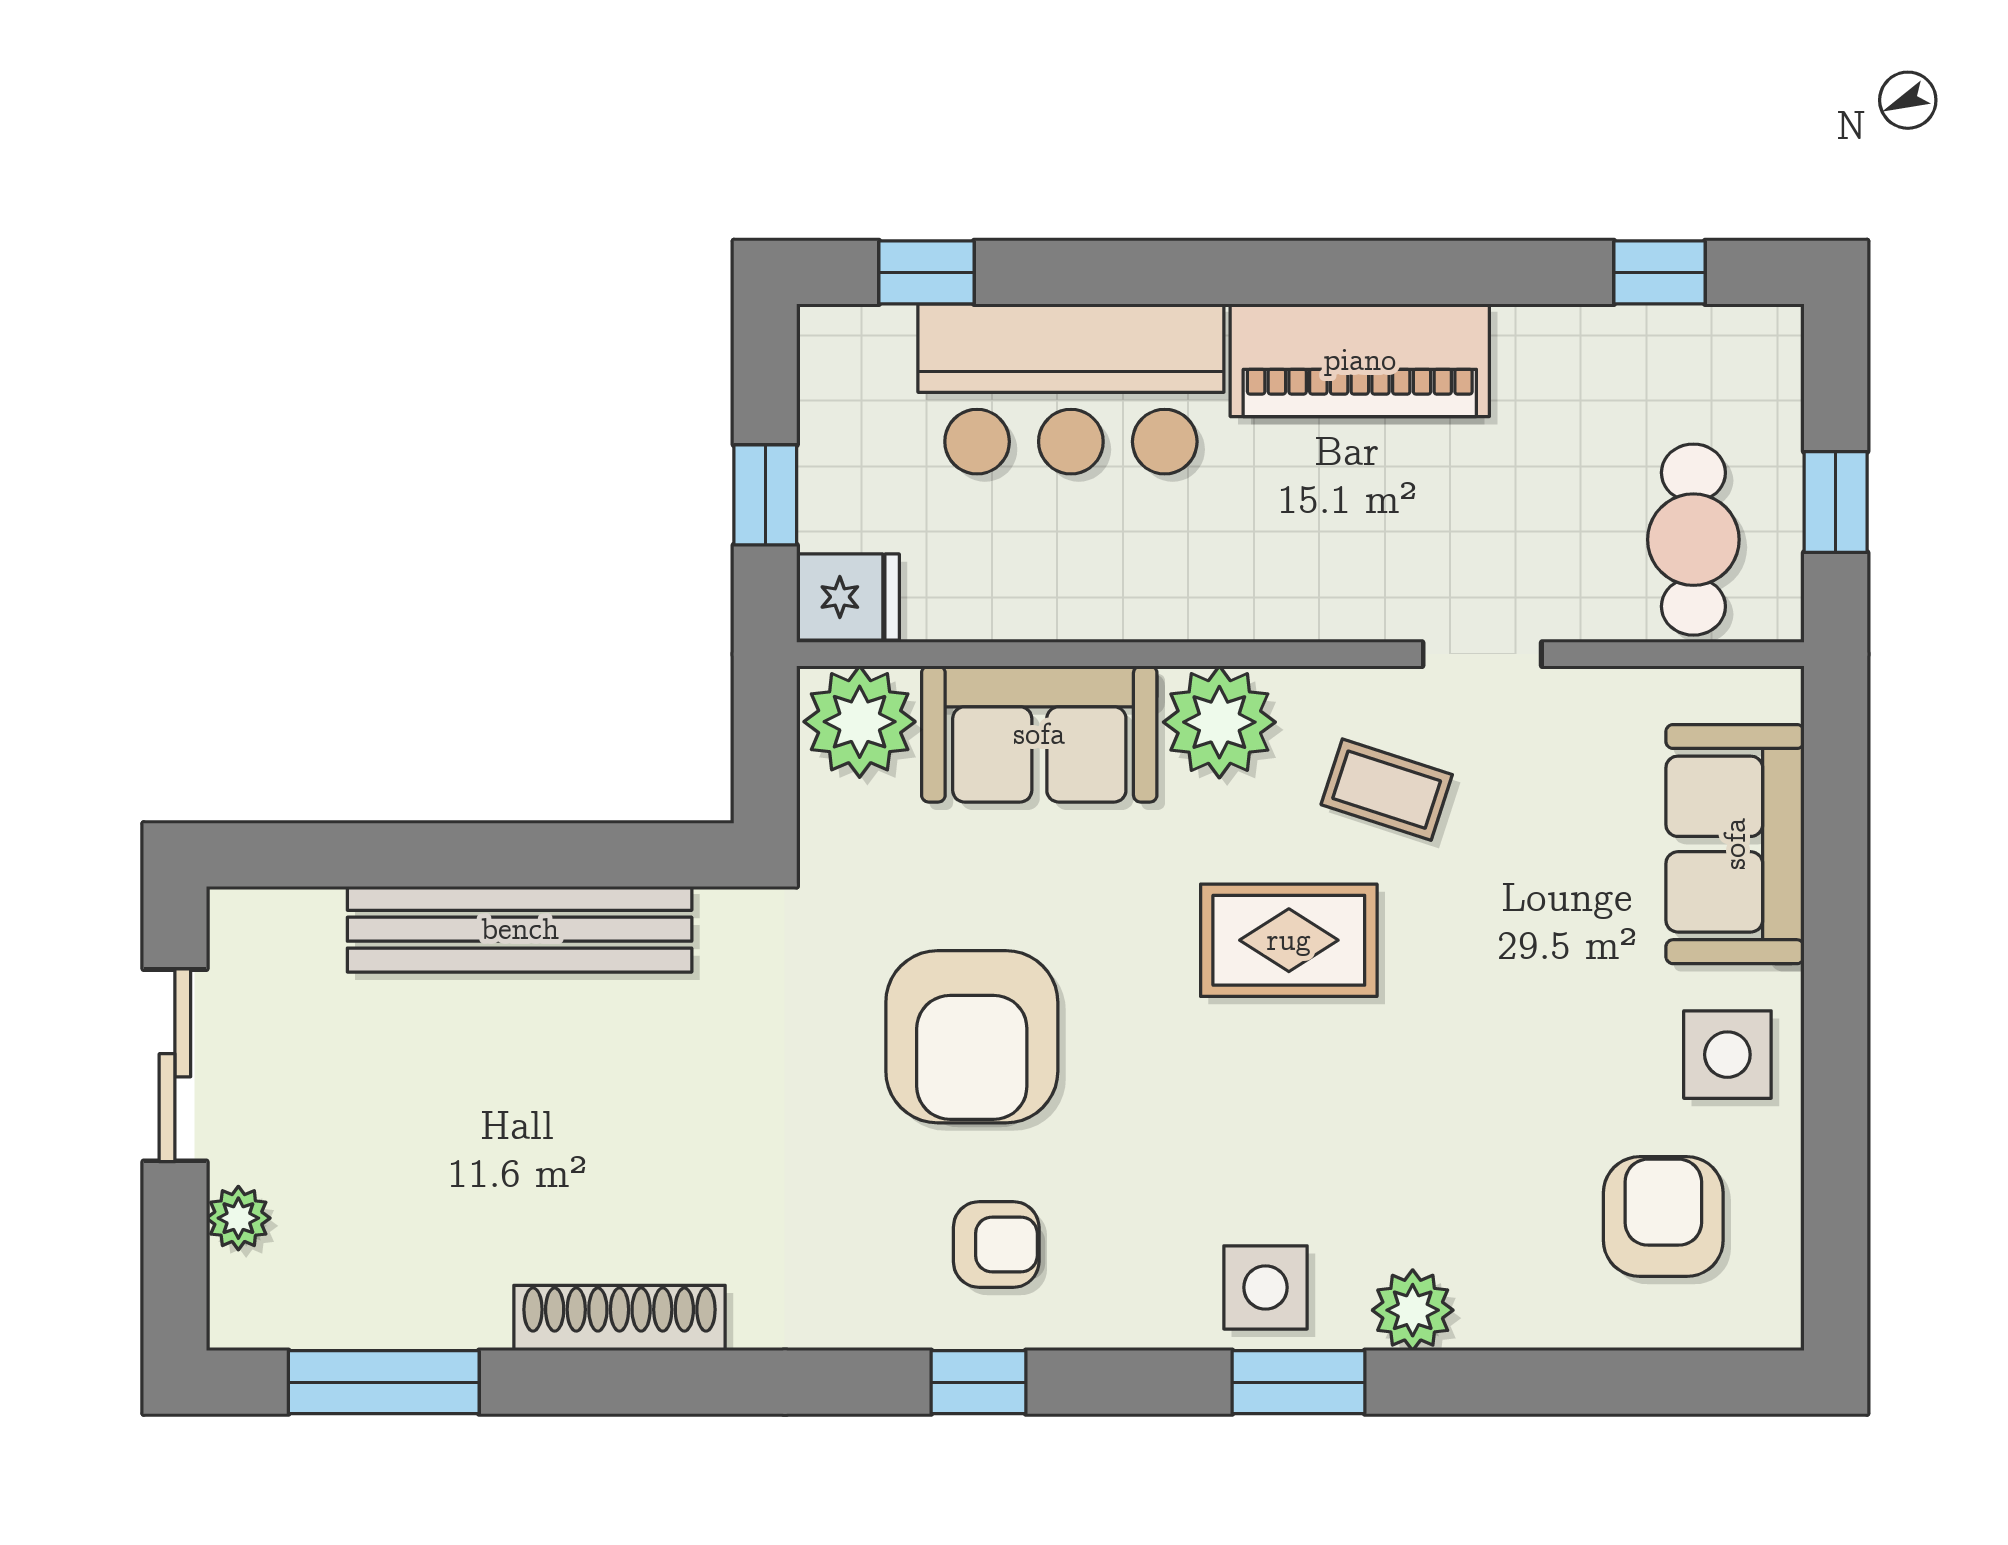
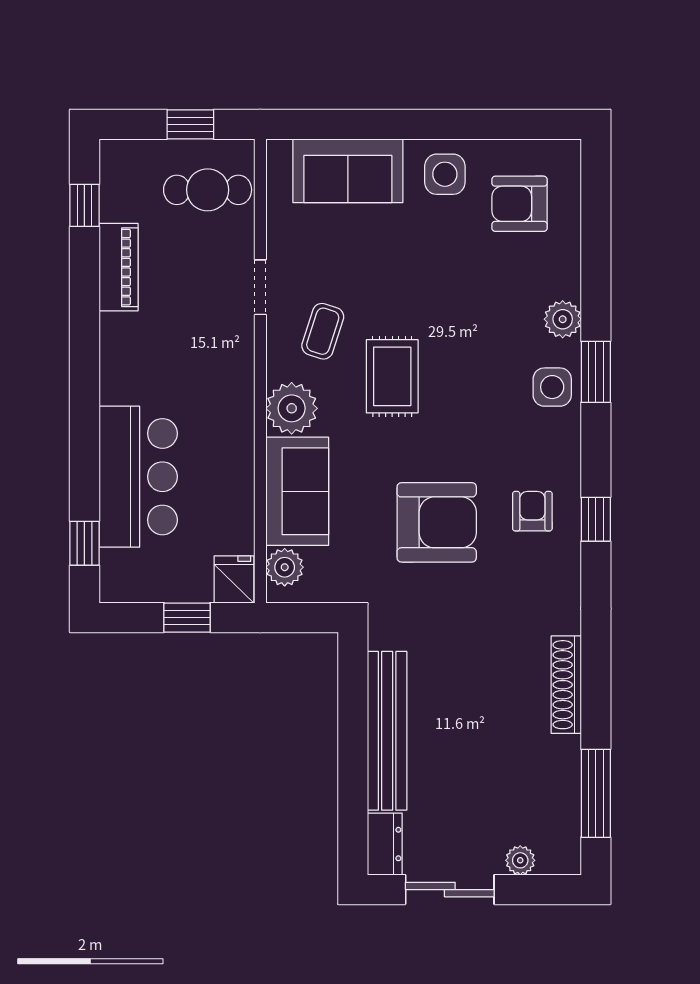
piano: (1360, 360) -> (119, 267), moved, width x0.73, depth x0.75
plant: (860, 722) -> (285, 567), width x0.73, depth x0.73
dresser: (274, 924) -> (385, 844), added

